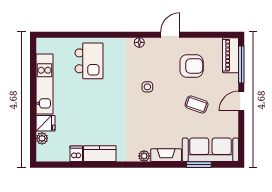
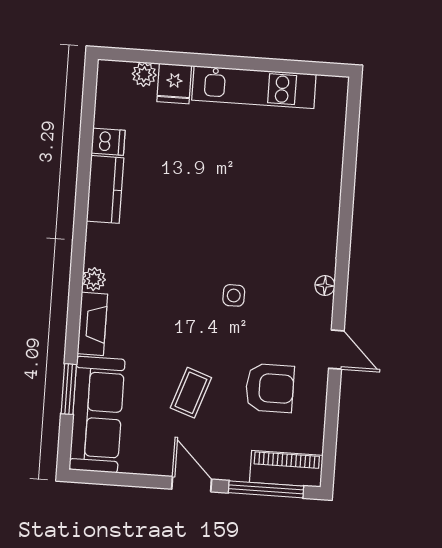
kitchen island: (89, 61) -> (295, 181), removed
armchair: (192, 66) -> (270, 388), turned -90

